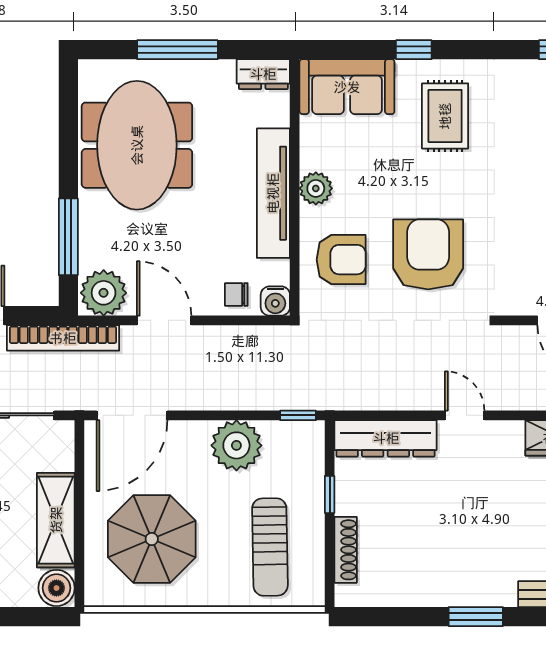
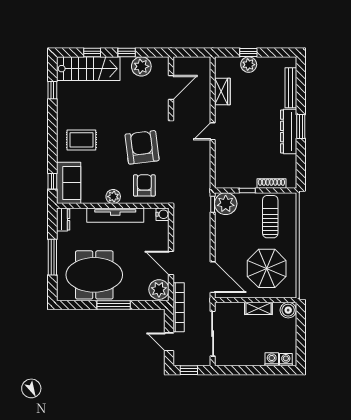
window: (414, 50) -> (52, 181), moved
window: (68, 237) -> (114, 305), moved
armchair: (428, 254) -> (142, 147), turned 83
chair: (236, 294) -> (160, 231), removed
door: (164, 320) -> (171, 263), hinge flipped
dresser: (386, 438) -> (289, 132), moved, turned 180
plant: (236, 445) -> (226, 204), moved
shelving: (56, 520) -> (258, 308), width x0.67, depth x0.75
sun lounger: (270, 547) -> (270, 217), turned -89

